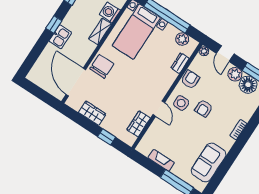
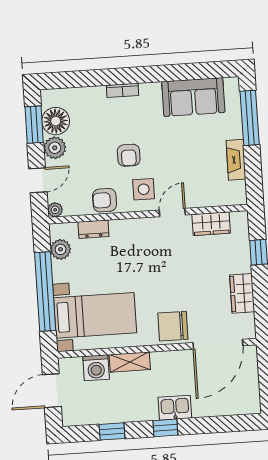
armchair: (204, 108) -> (129, 155), turned 90

